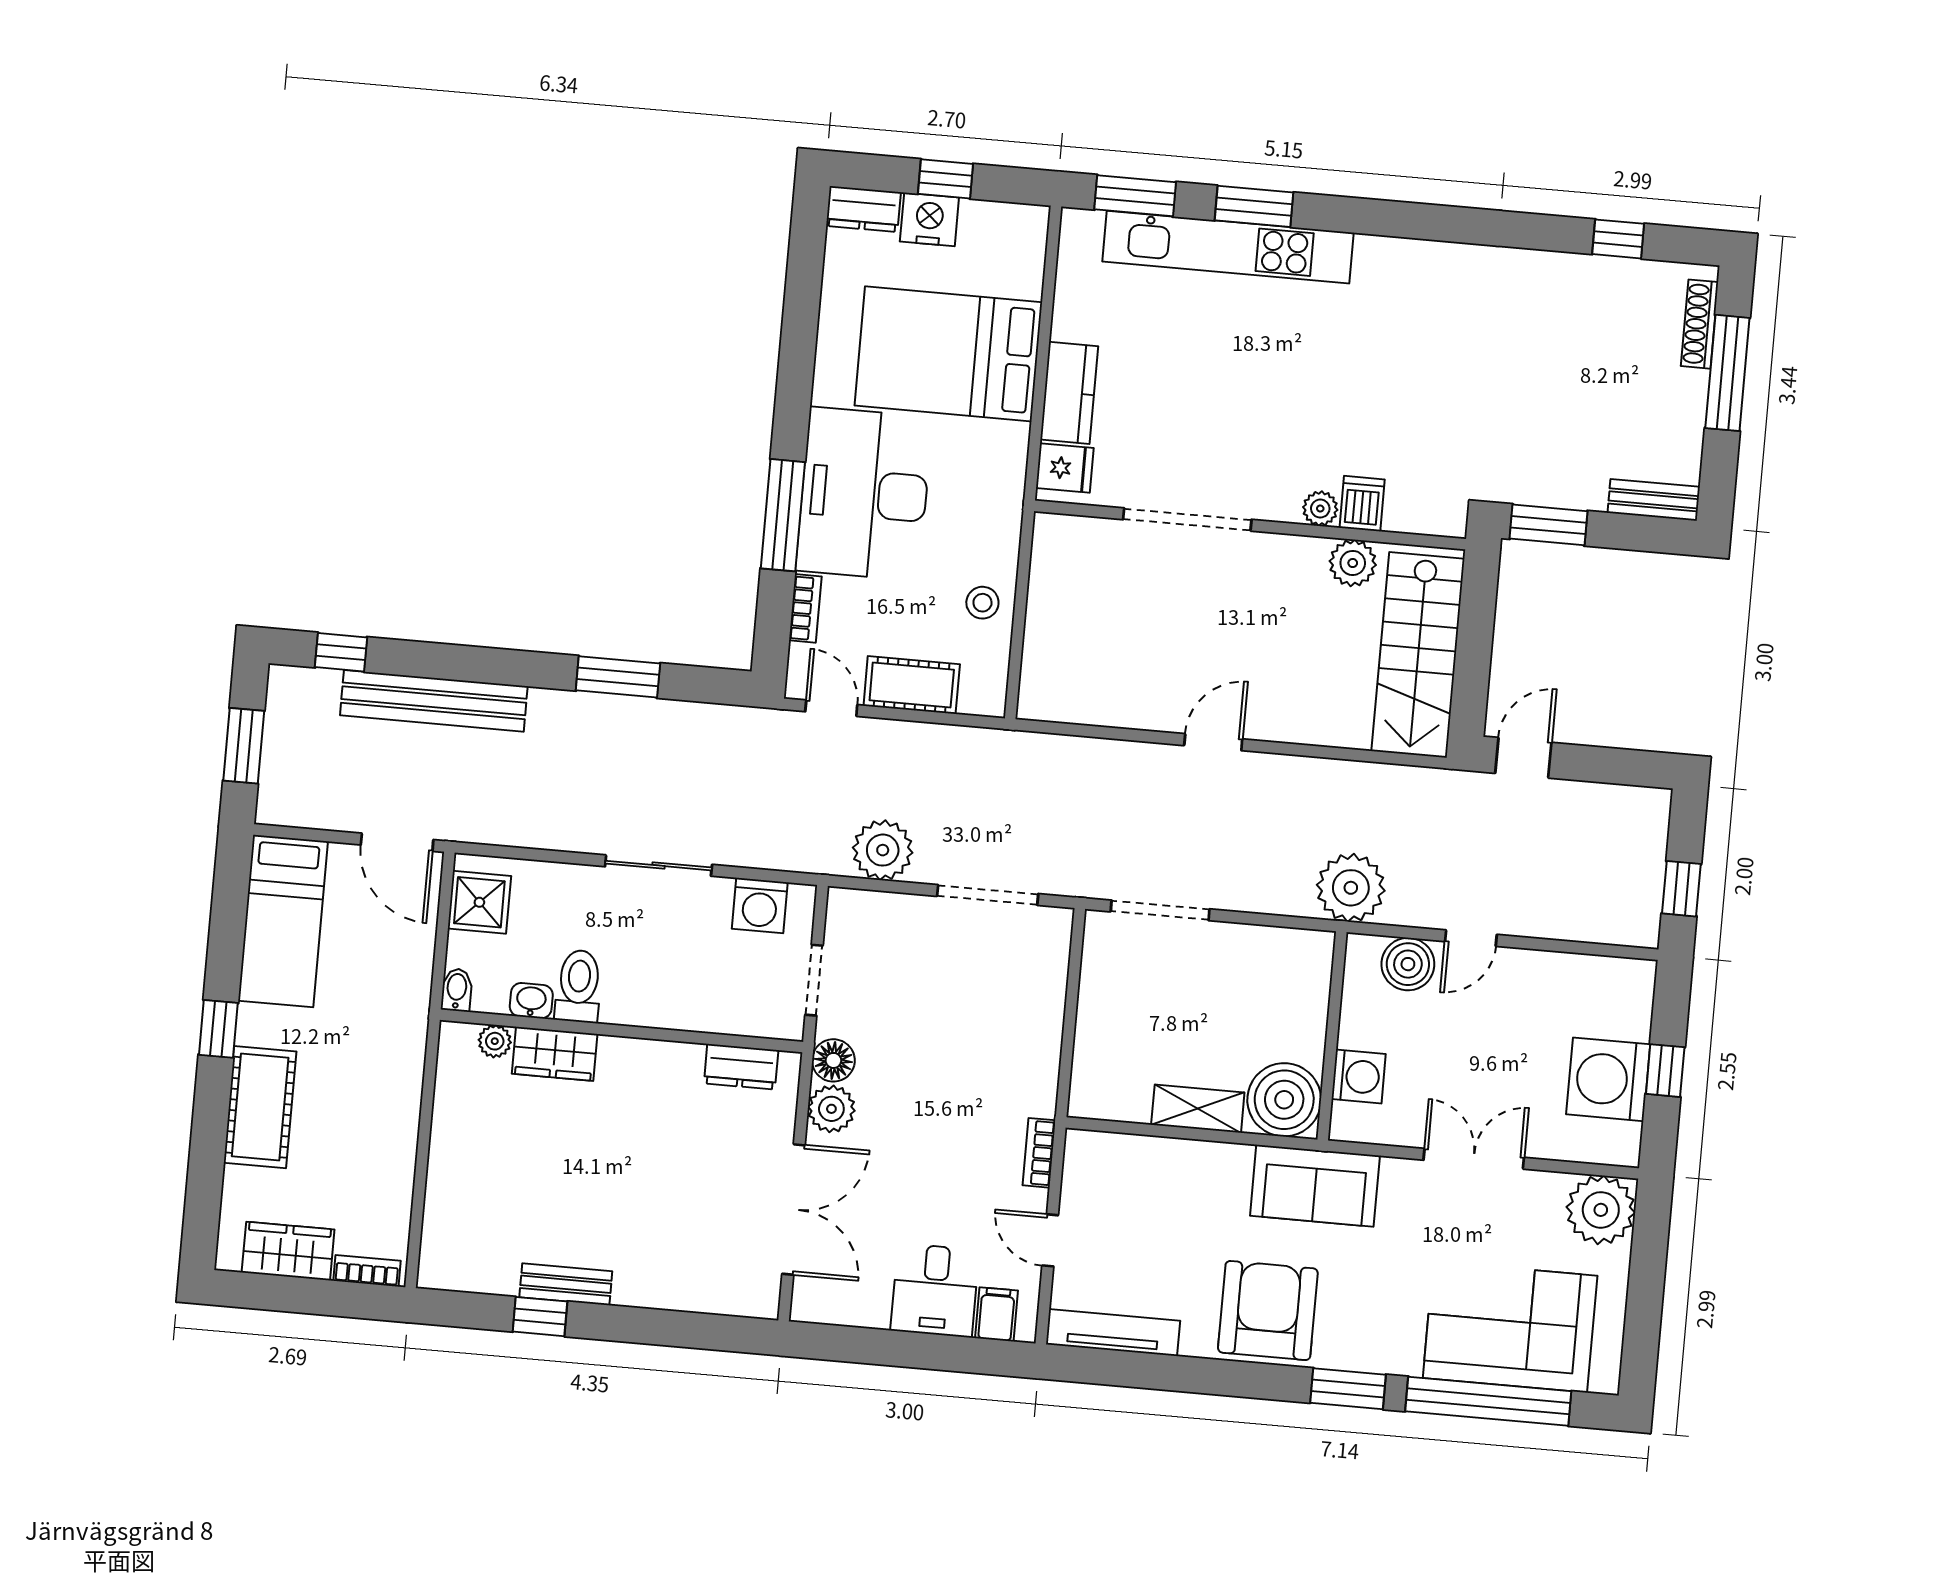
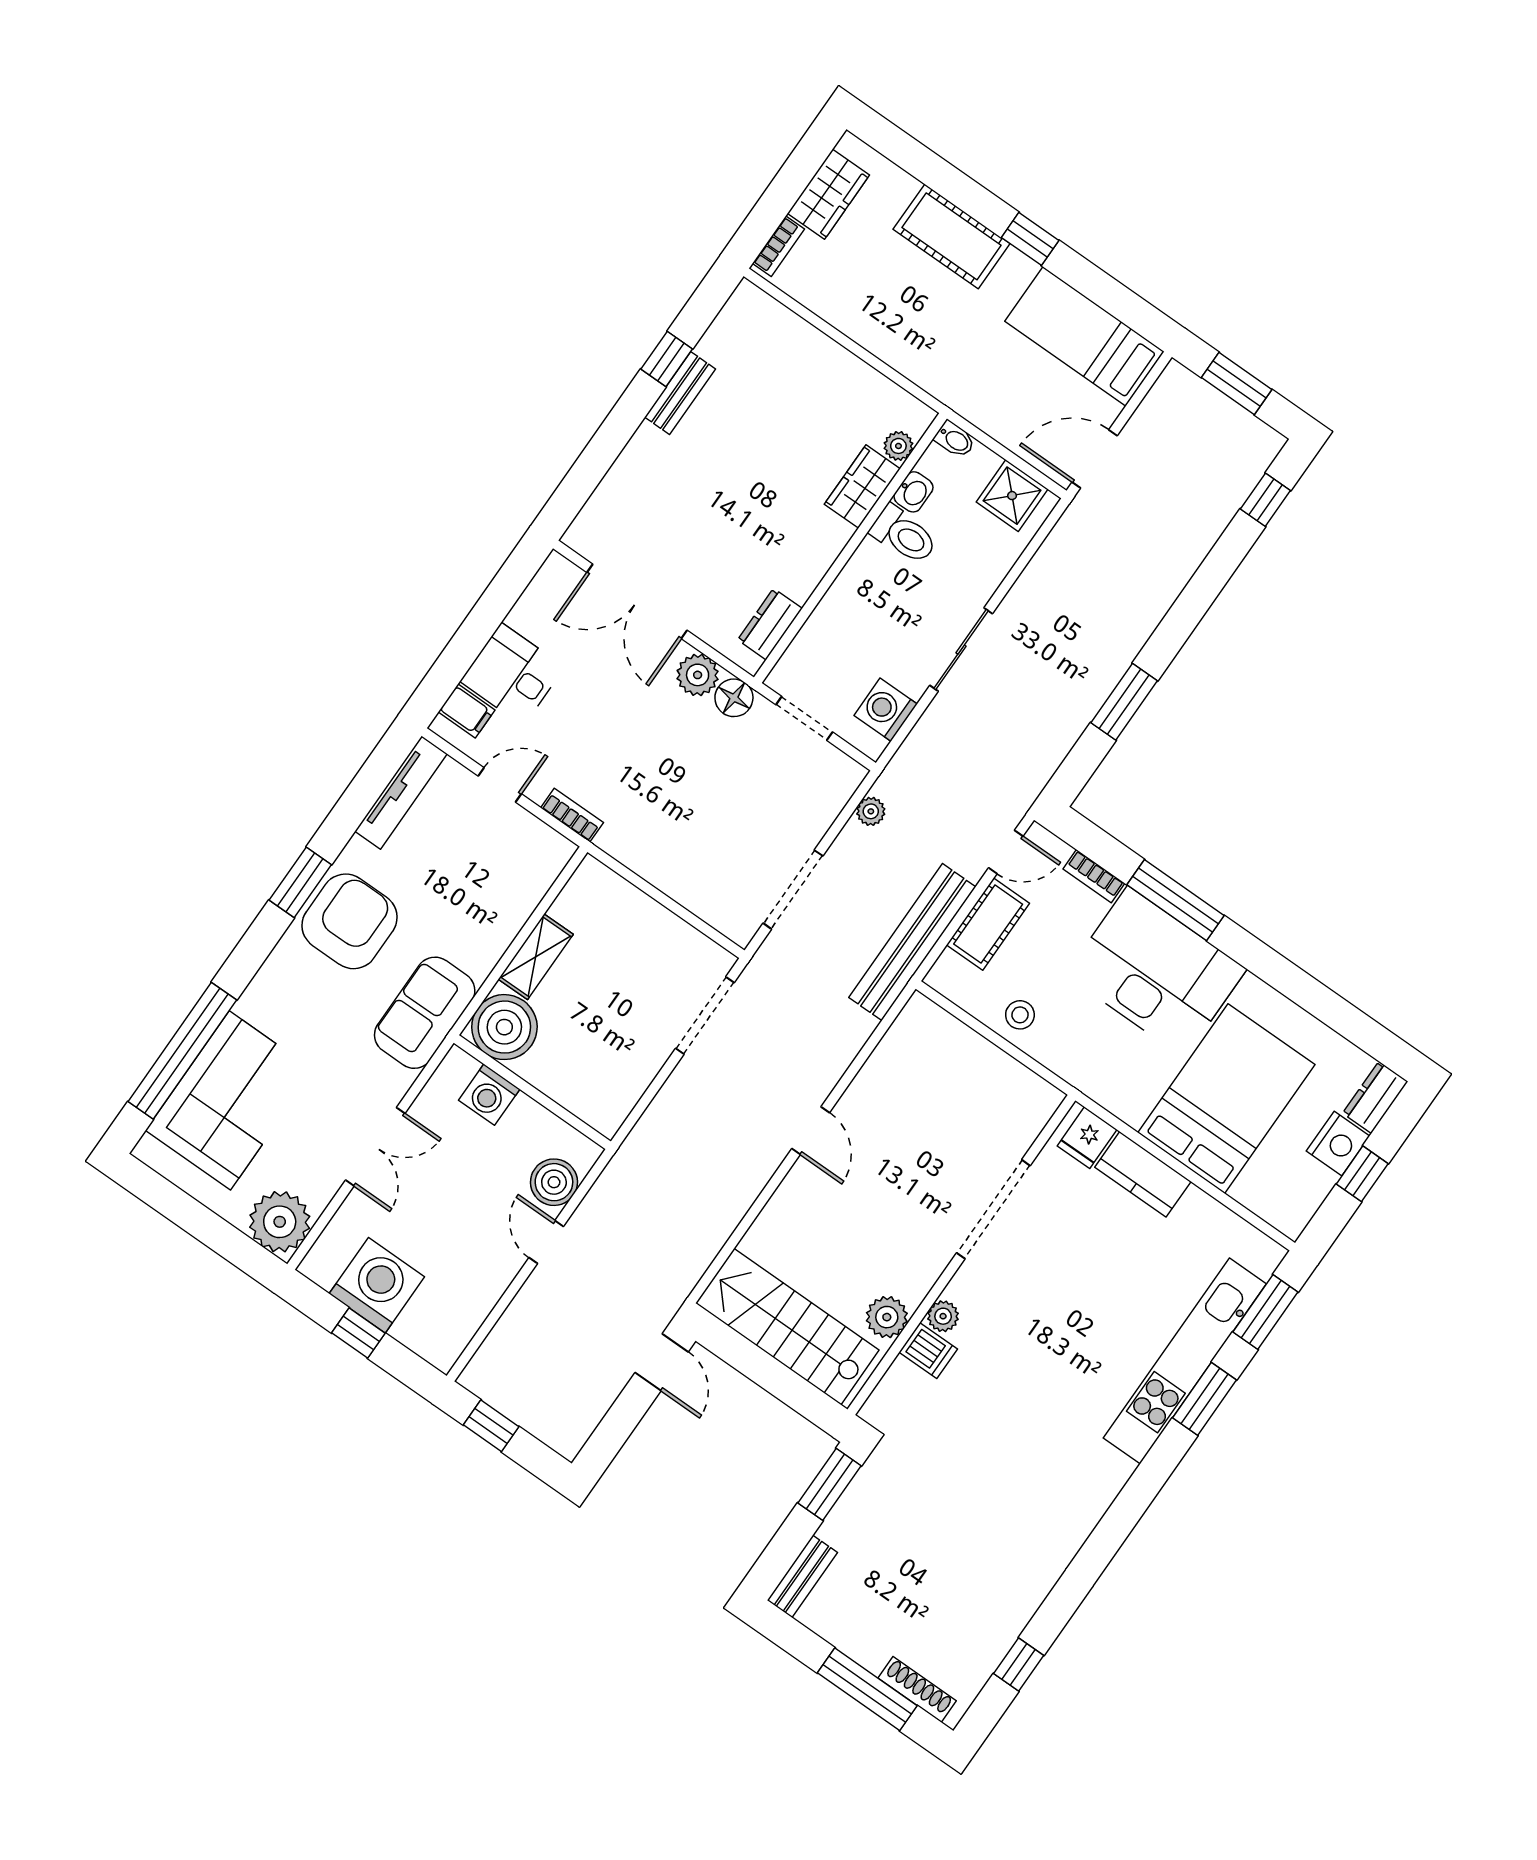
bench: (434, 701) -> (912, 942), moved
plant: (883, 850) -> (871, 811), width x0.53, depth x0.53
plant: (1351, 888) -> (638, 1172), removed
armchair: (1268, 1311) -> (350, 921), turned -90
window: (1348, 1389) -> (300, 882), moved

